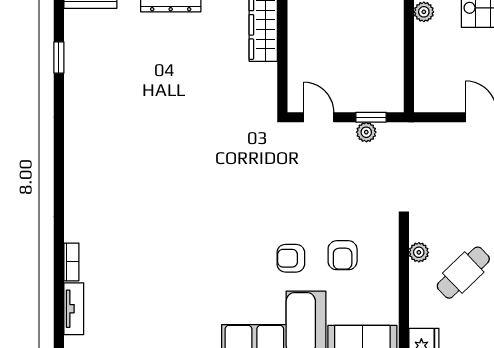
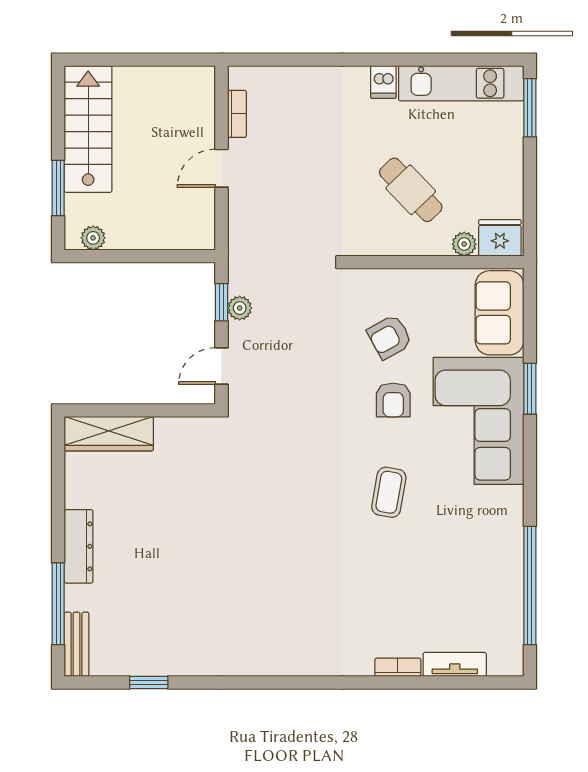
plant: (419, 252) -> (464, 244), moved
coffee table: (215, 255) -> (389, 492), added
armchair: (343, 255) -> (390, 337), turned 151

